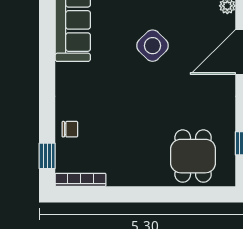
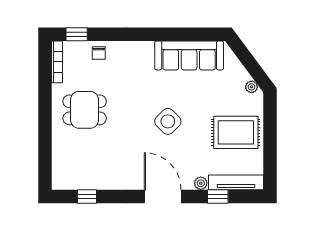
dining table: (193, 156) -> (85, 110), moved

